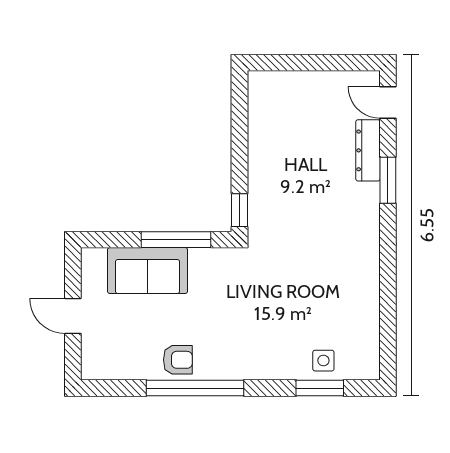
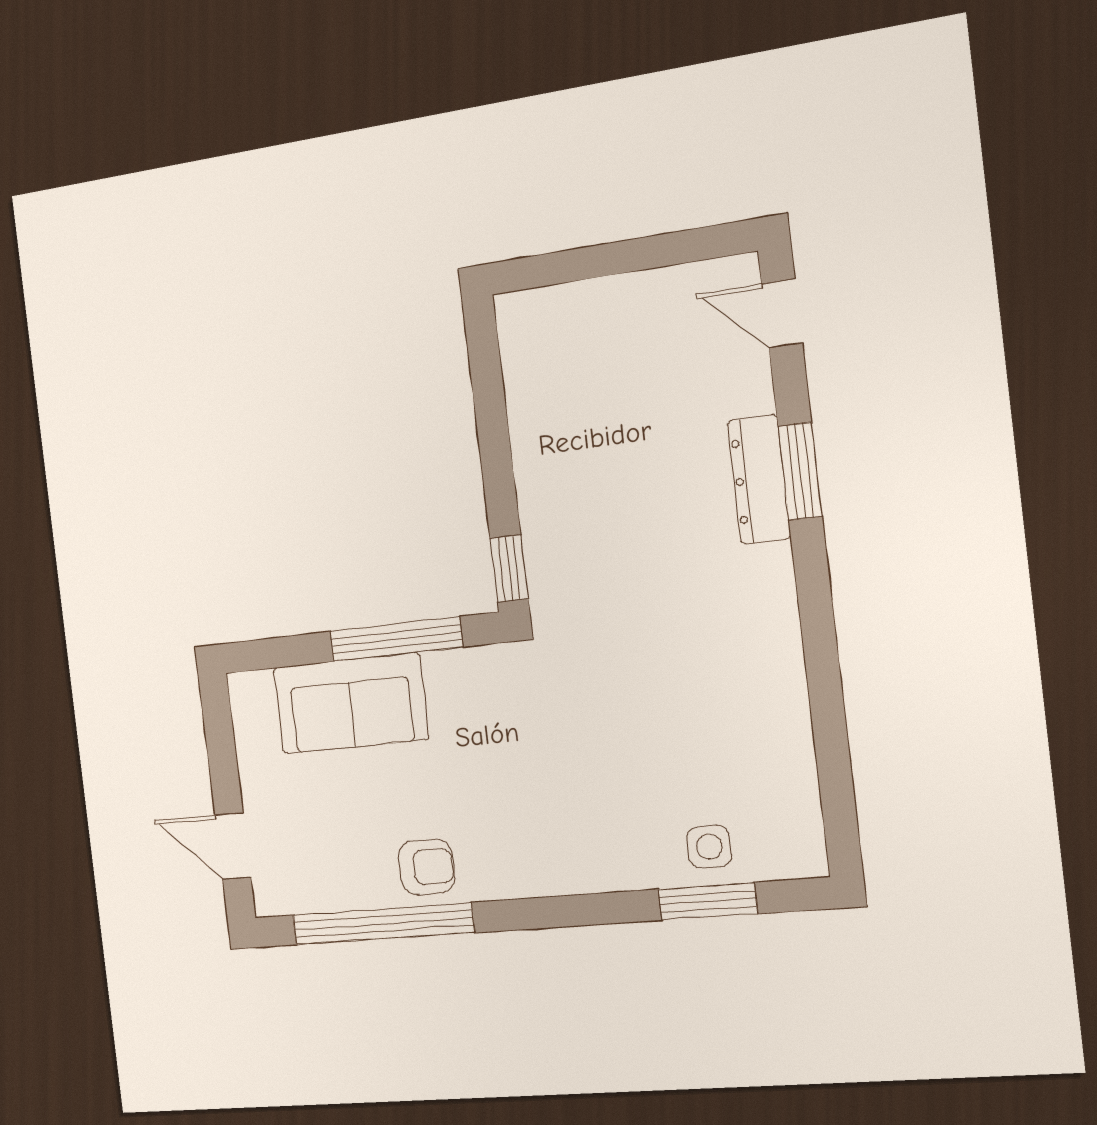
dresser: (368, 150) -> (759, 479), moved
door: (73, 316) -> (233, 846), moved
window: (195, 388) -> (383, 924), moved

